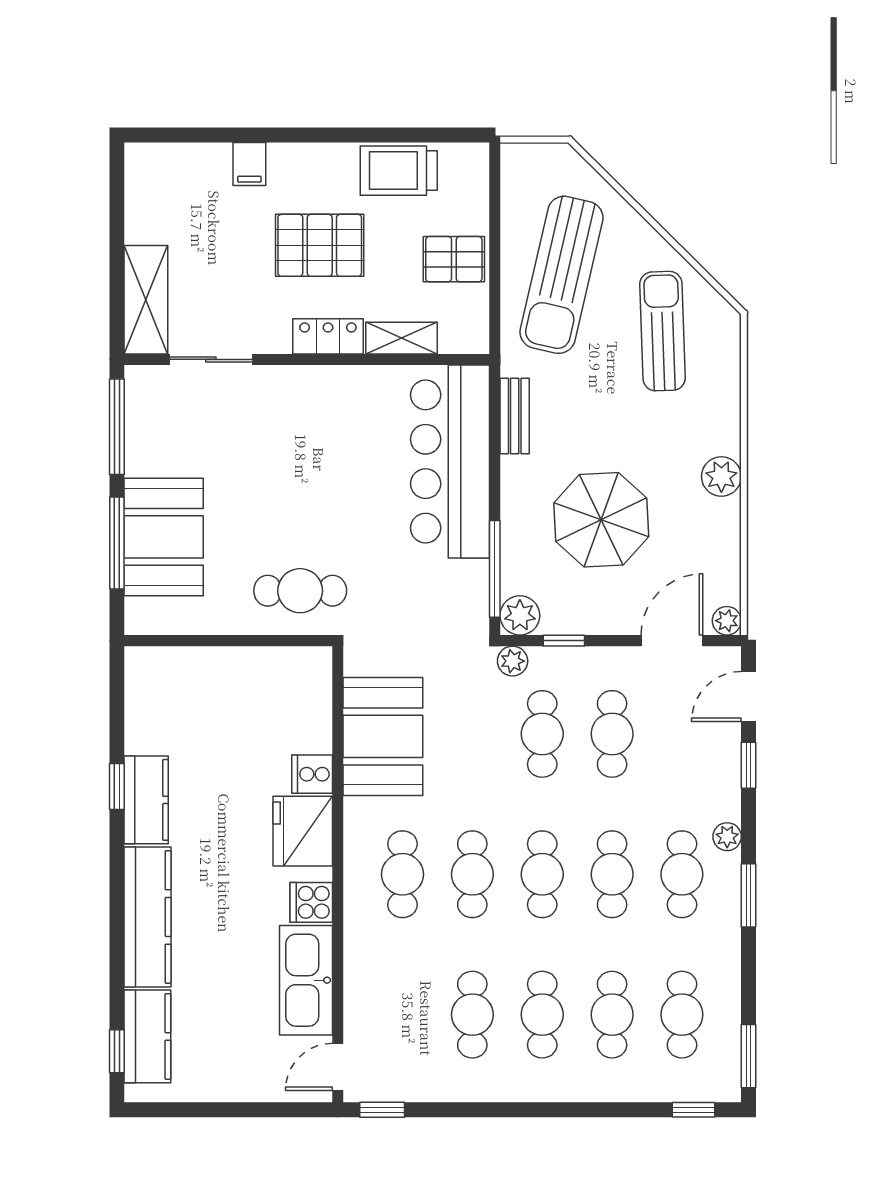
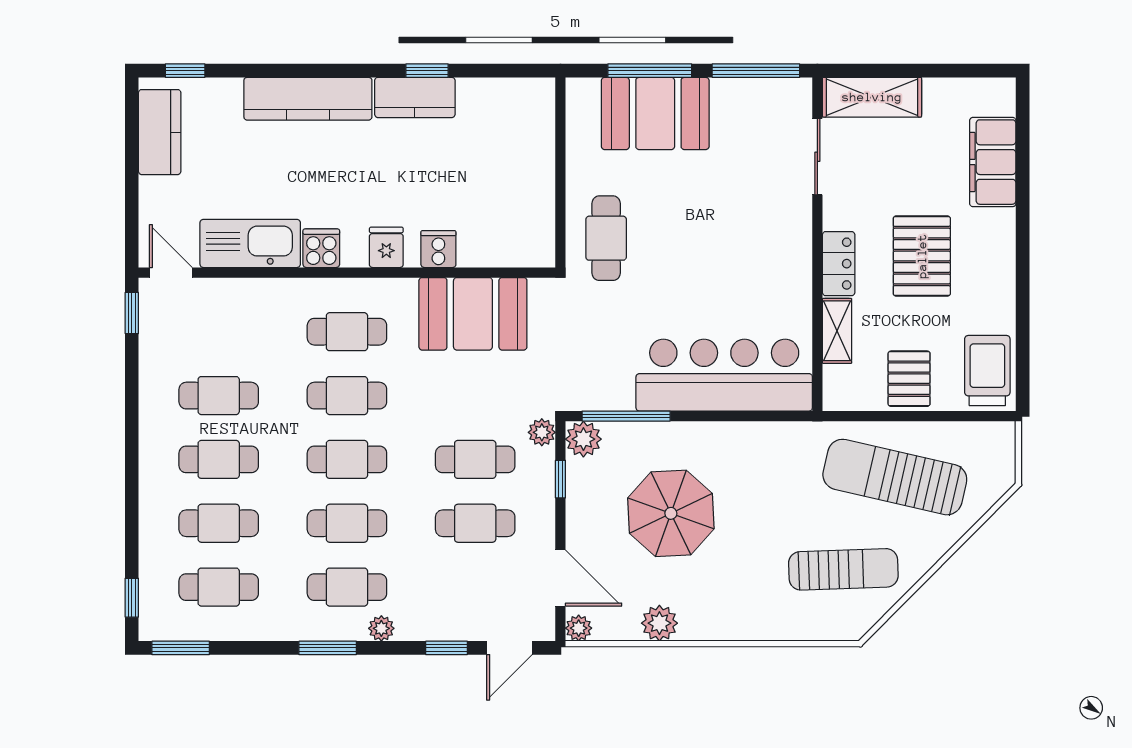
filing cabinet: (249, 164) -> (993, 162), width x3.00, depth x1.17
trolley: (399, 171) -> (987, 371), moved
bench: (515, 416) -> (766, 434), removed
plant: (721, 477) -> (659, 623), moved
door: (748, 696) -> (509, 648), swing flipped
fridge: (303, 831) -> (386, 247), width x0.53, depth x0.75
kitchen counter: (147, 1036) -> (160, 132), moved, turned -90

